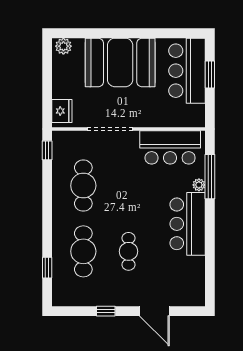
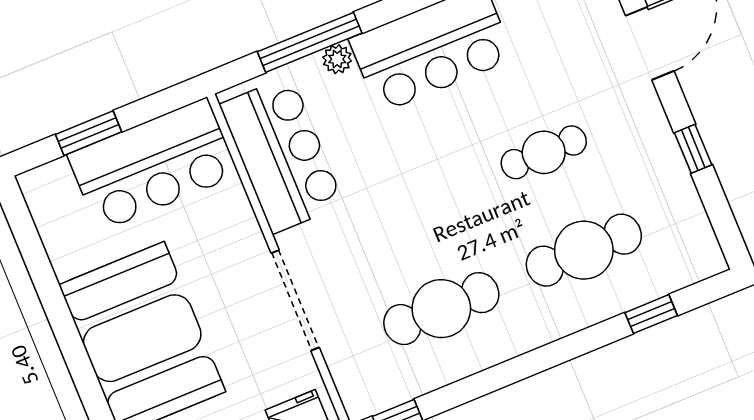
bar counter: (187, 71) -> (153, 165), moved

